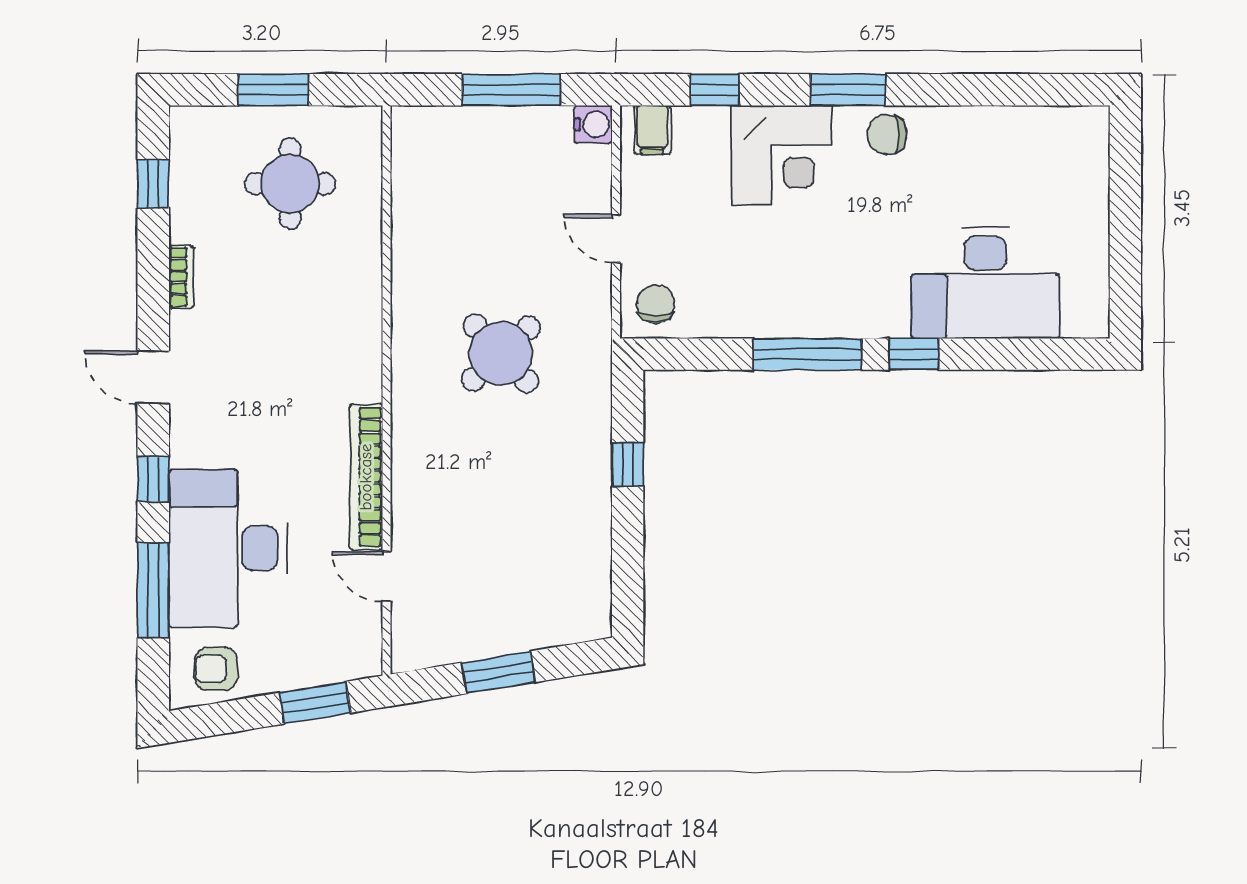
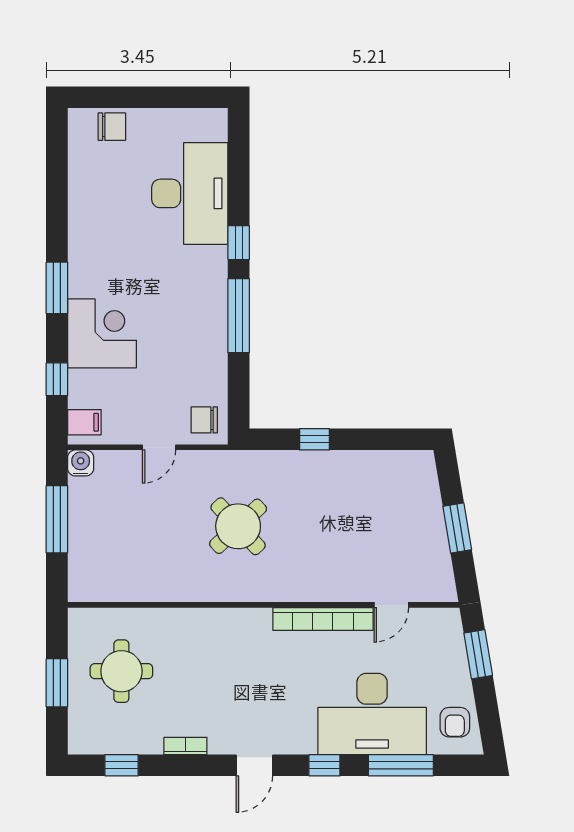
chair: (887, 134) -> (112, 127), moved, turned -90

